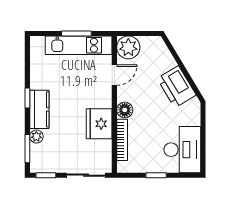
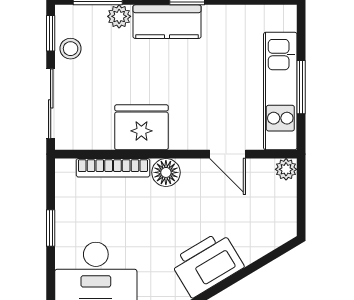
plant: (128, 47) -> (286, 169), width x0.53, depth x0.53
stool: (55, 164) -> (71, 49), added

